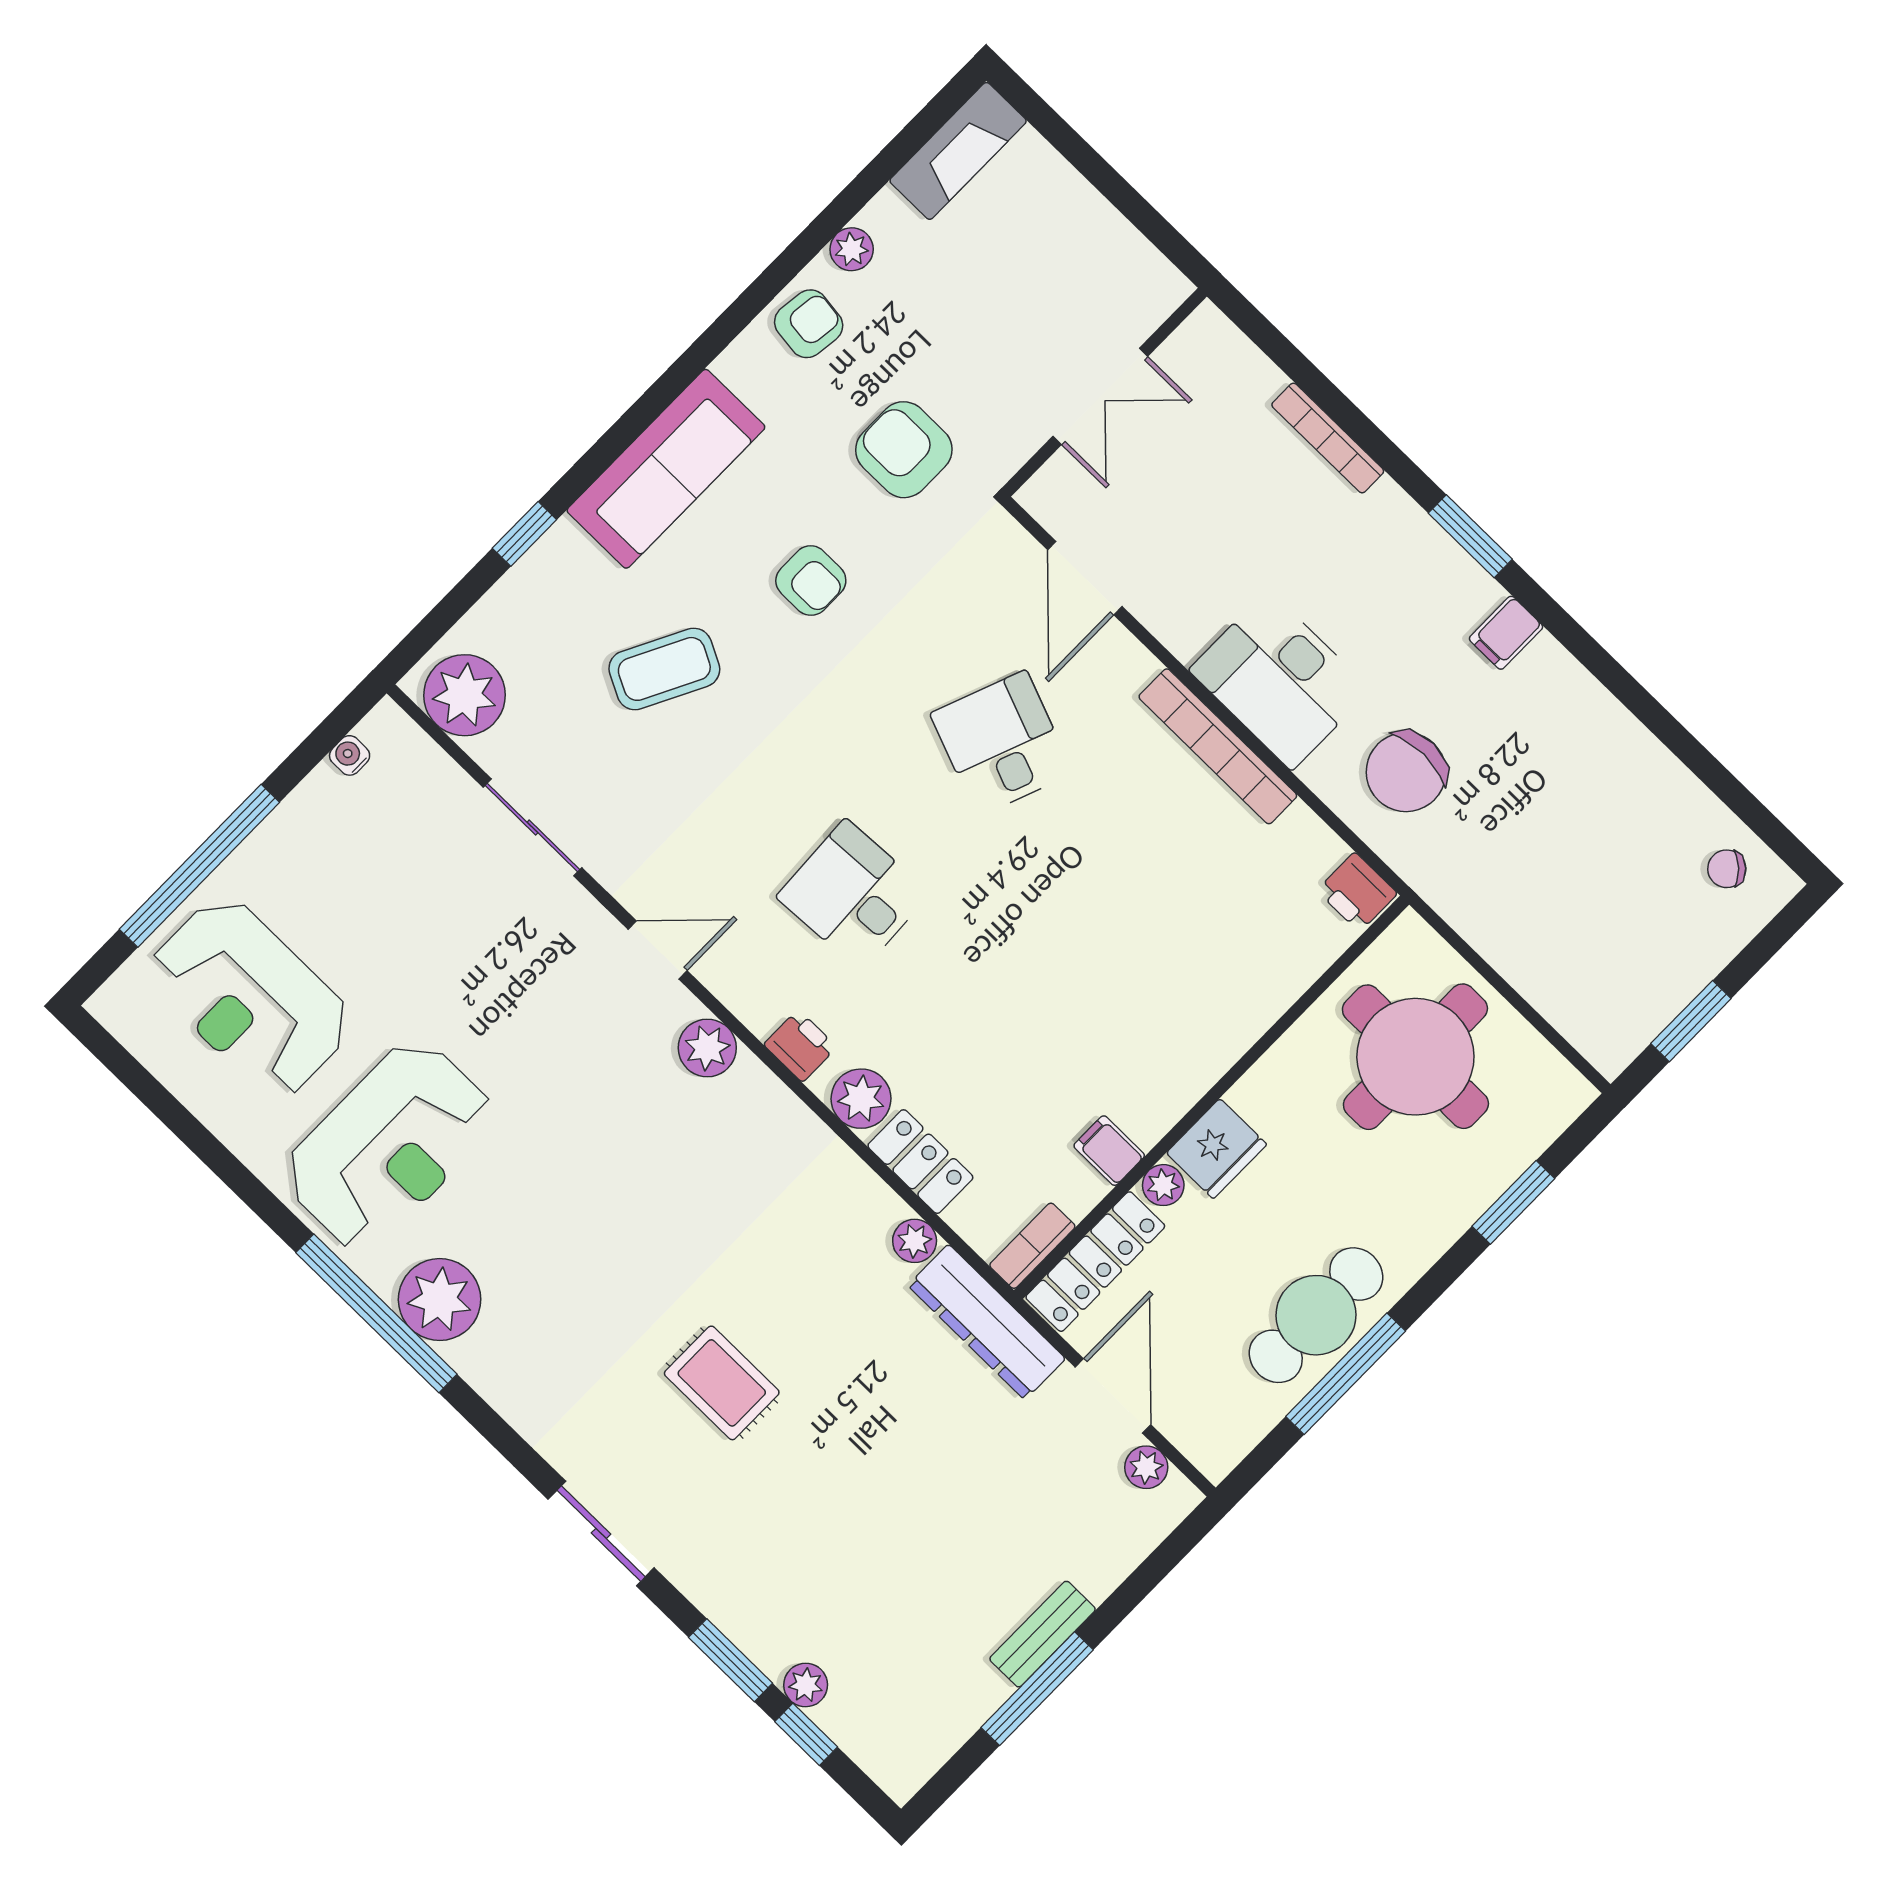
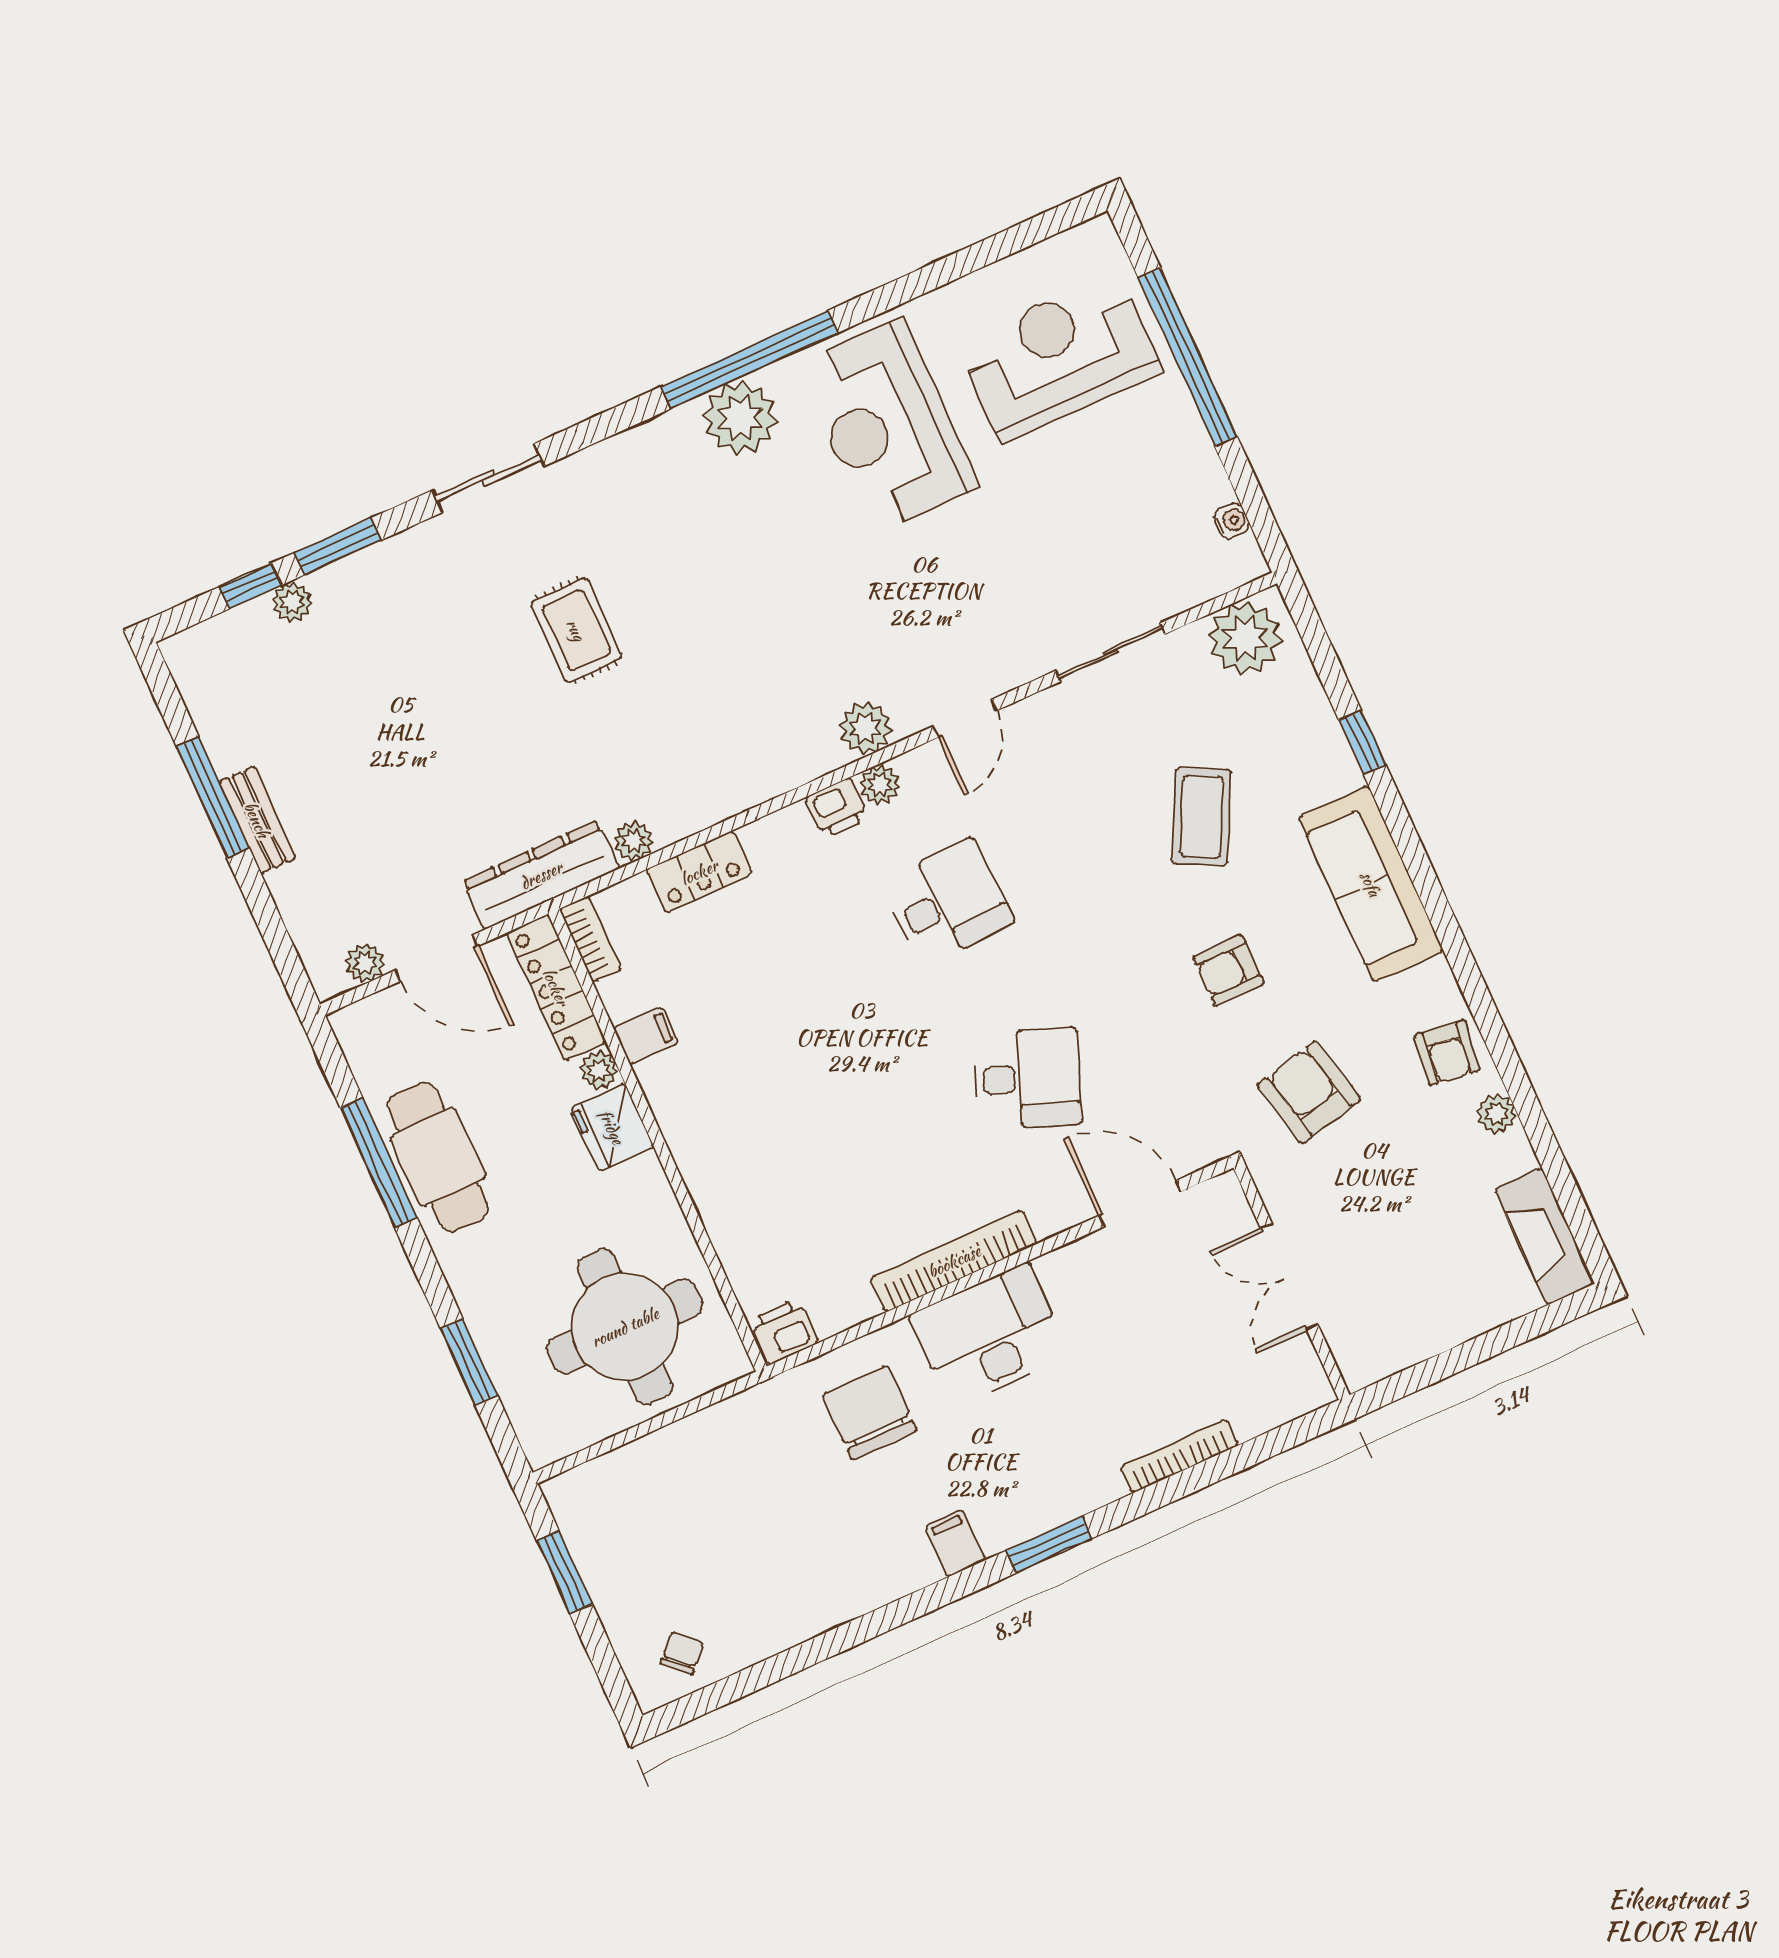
armchair: (904, 450) -> (1309, 1092), turned -103
plant: (861, 1099) -> (880, 785), moved, width x0.73, depth x0.73
rug: (722, 1383) -> (576, 630), turned 90

